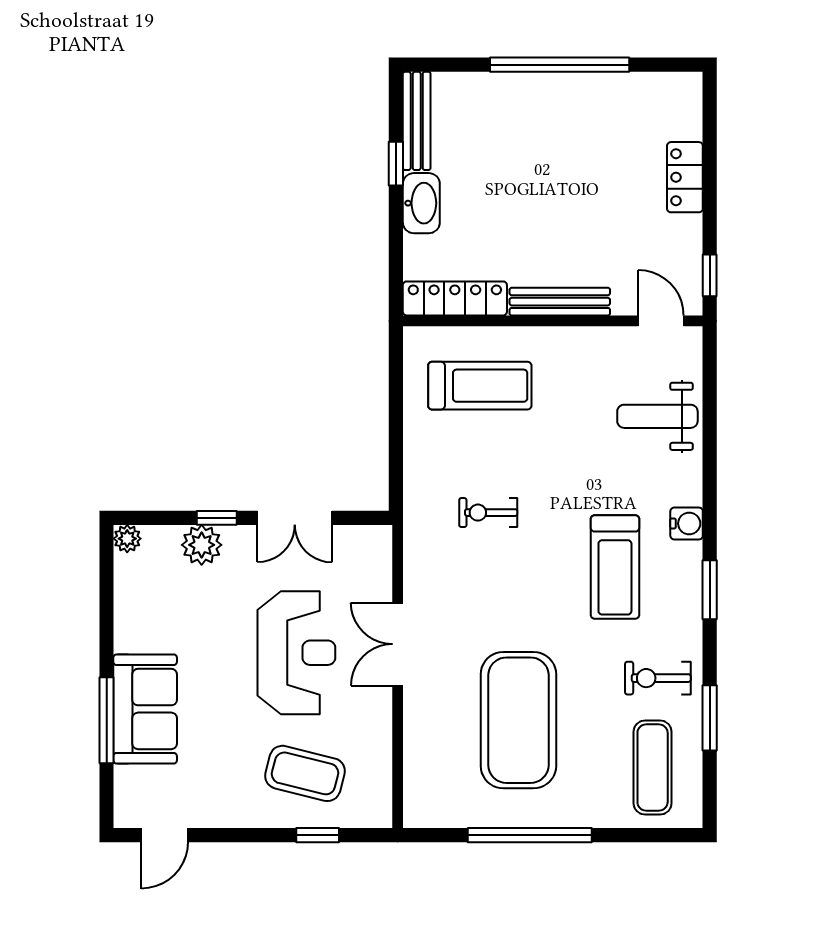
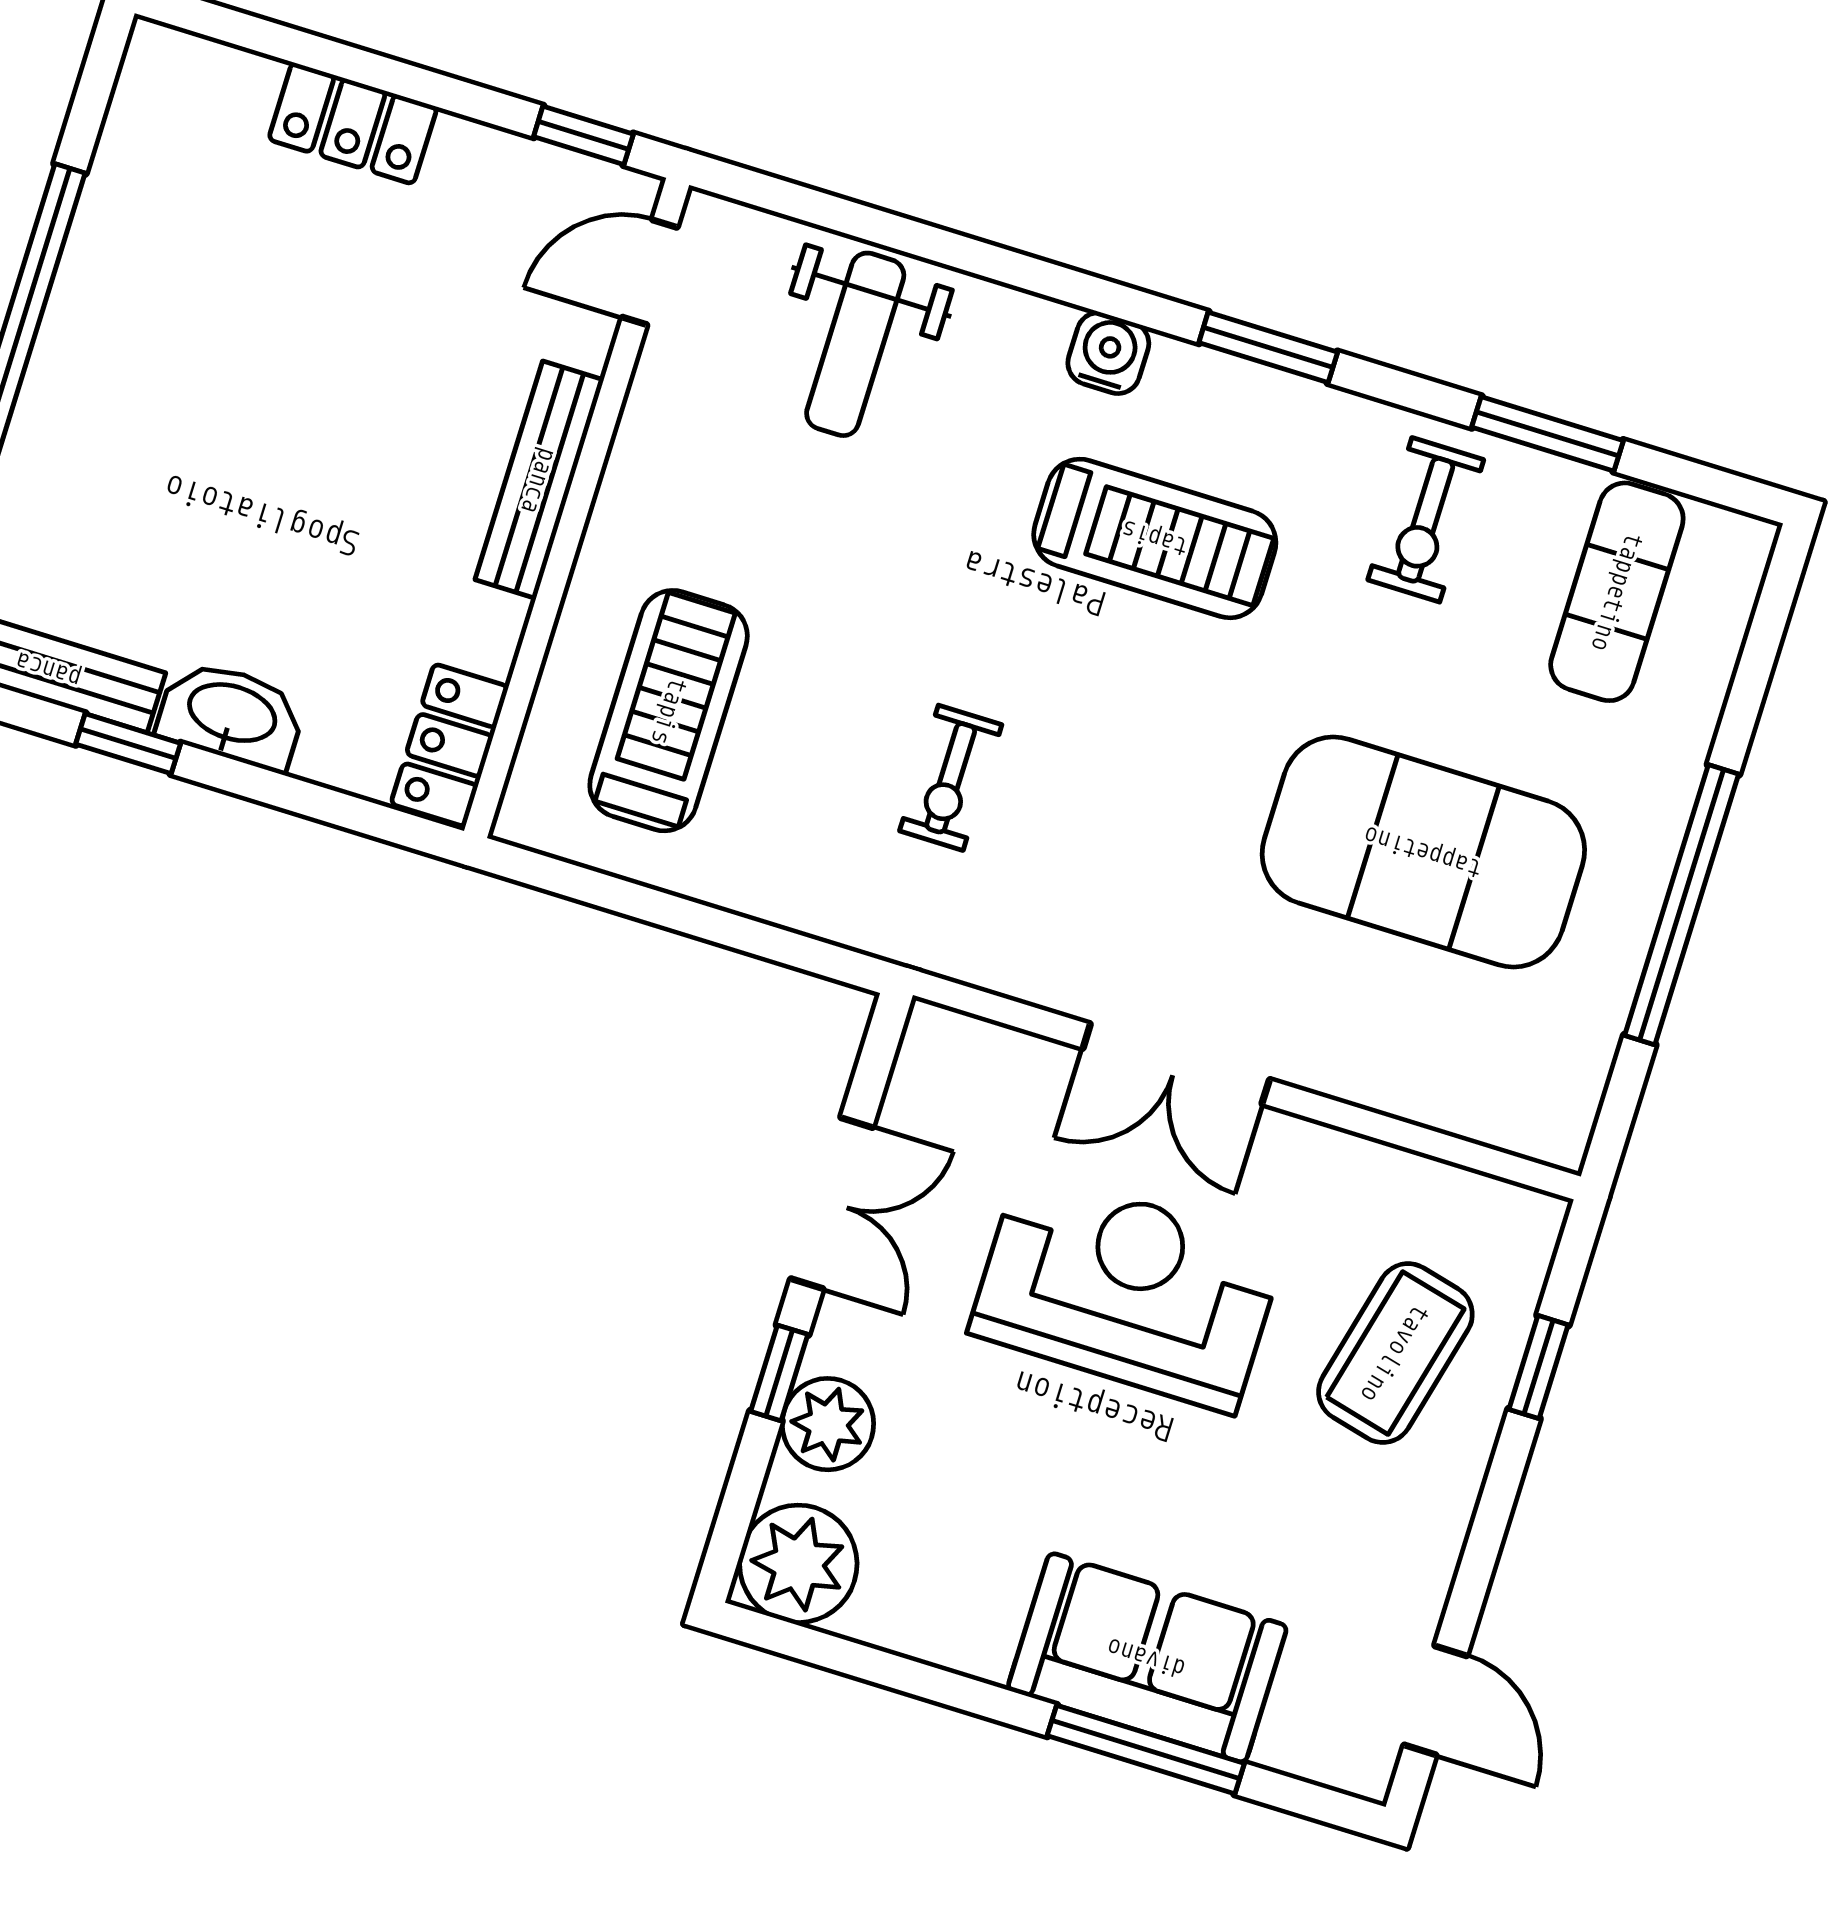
locker: (455, 298) -> (450, 745), width x0.66
plant: (127, 539) -> (798, 1564), width x1.87, depth x1.87
exercise mat: (653, 767) -> (1617, 592), turned 90

